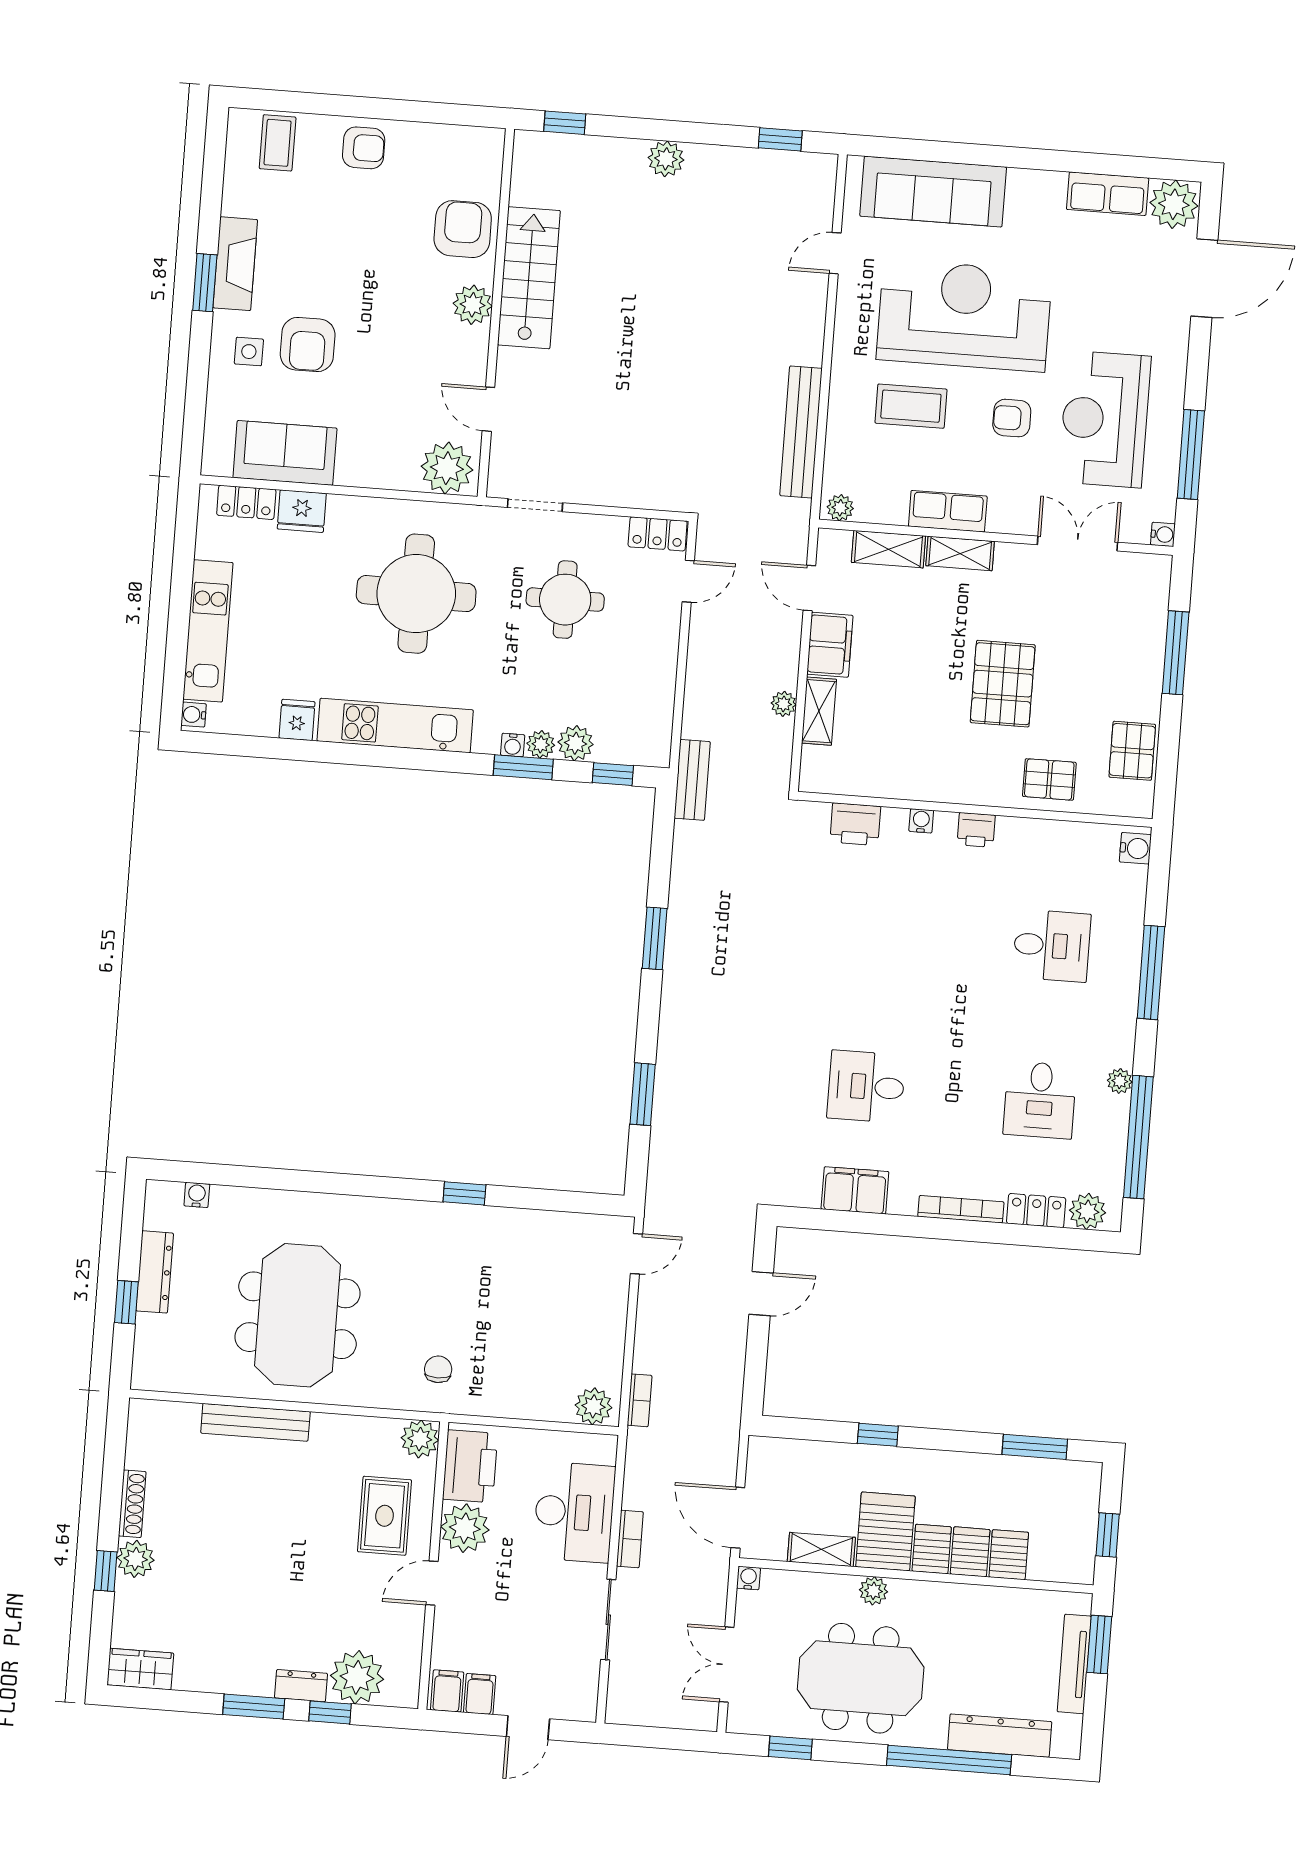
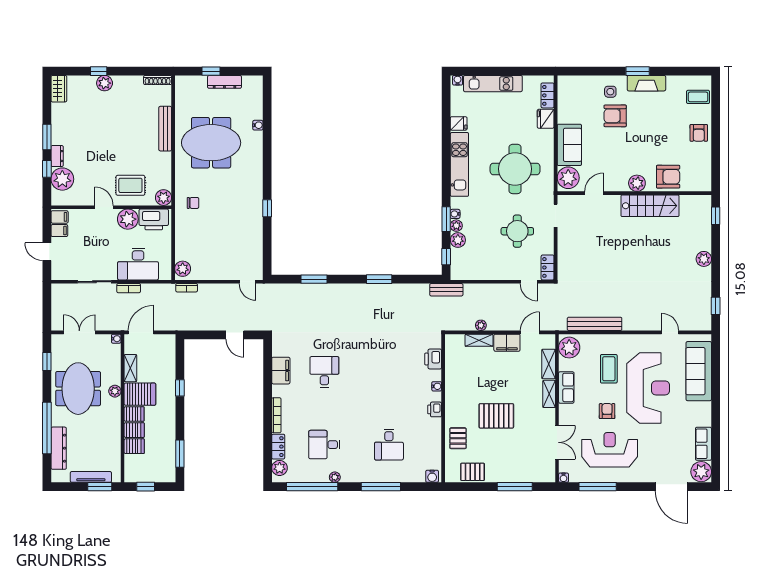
sofa: (285, 453) -> (569, 145), moved
plant: (840, 508) -> (569, 348), width x1.88, depth x1.88
water cooler: (197, 1195) -> (258, 125), moved
shoe rack: (132, 1504) -> (158, 80), moved

